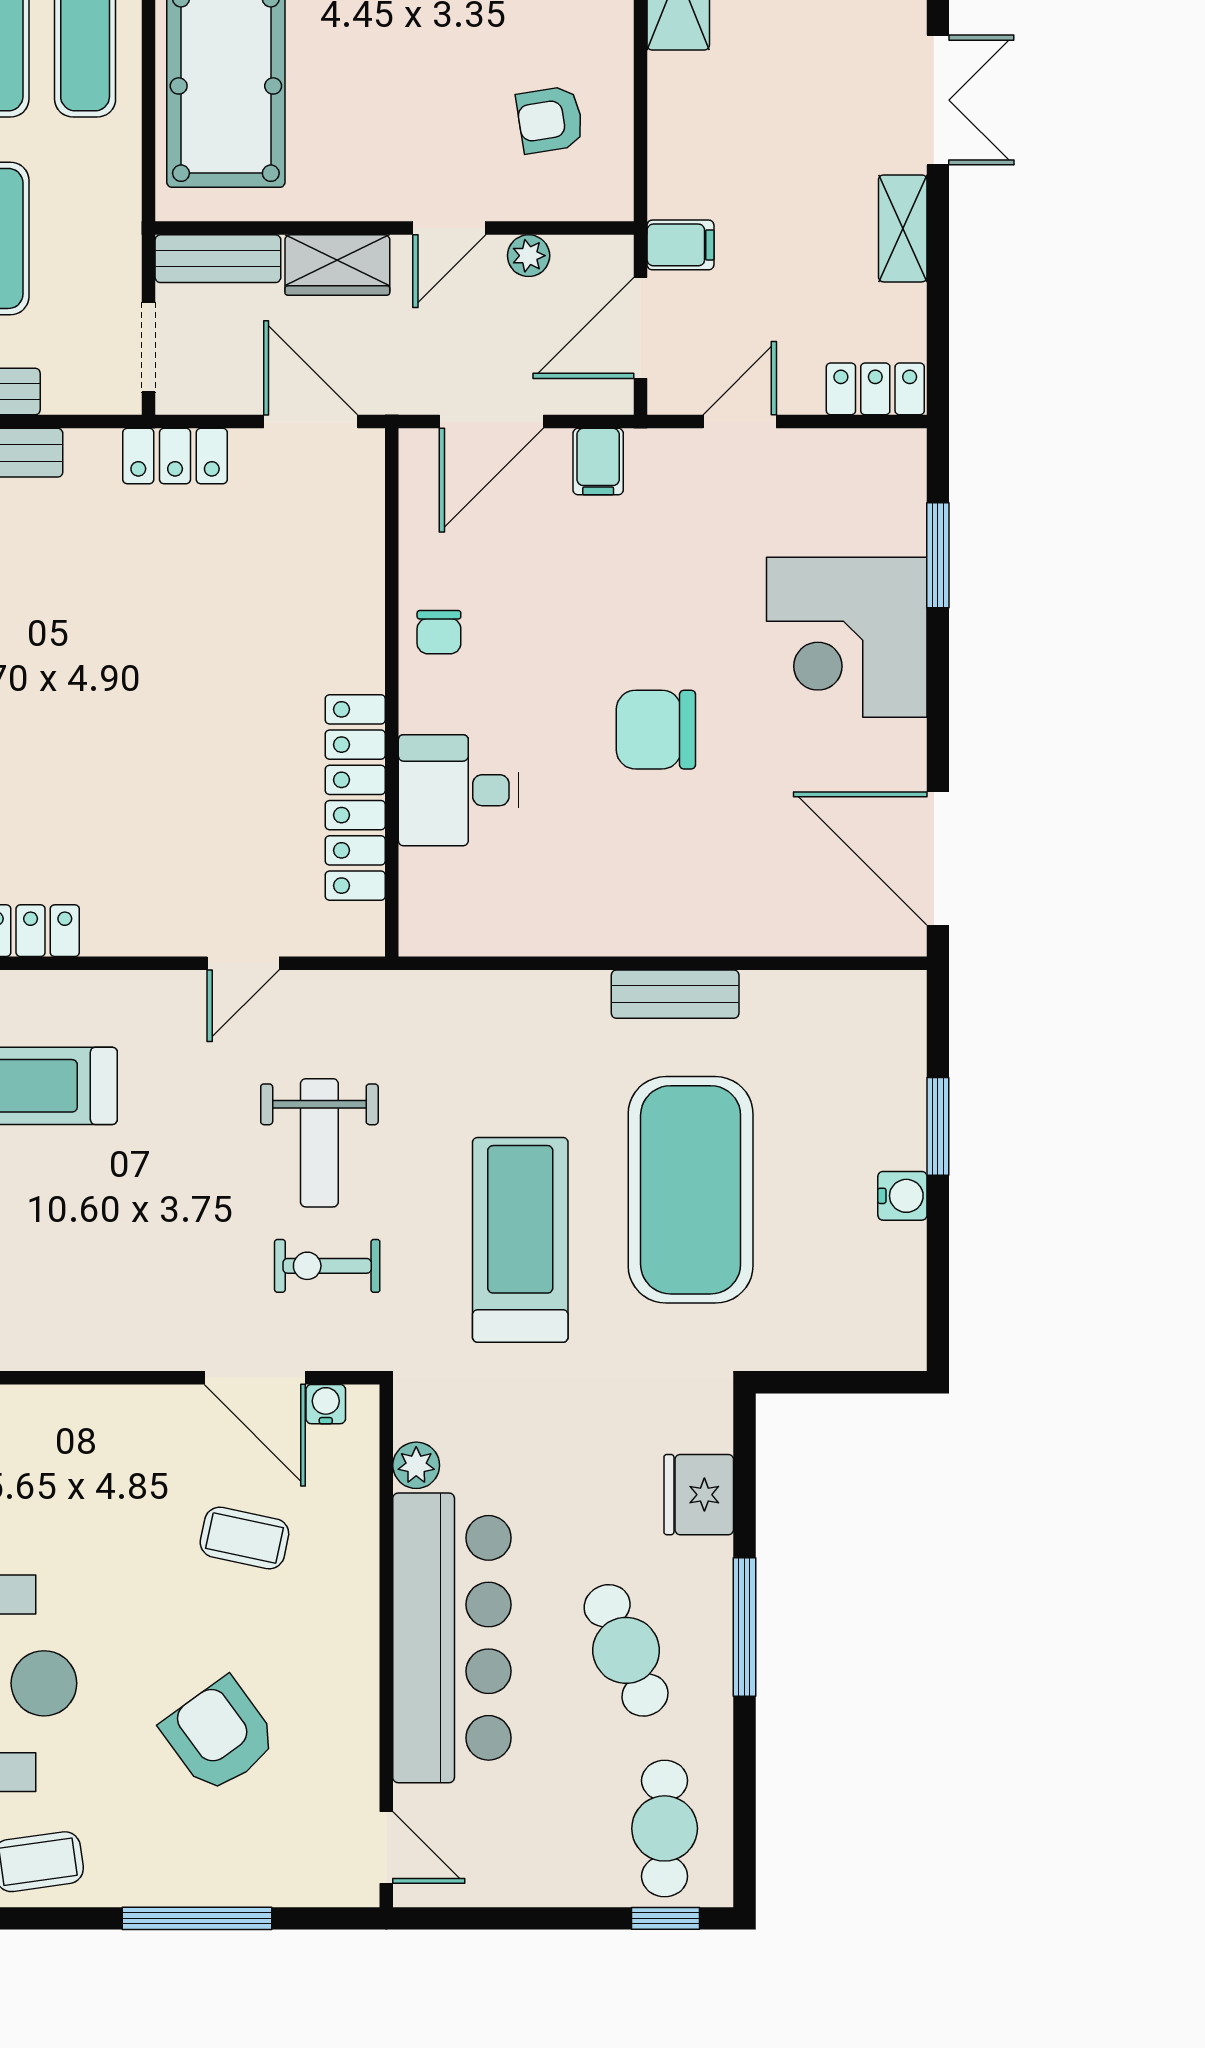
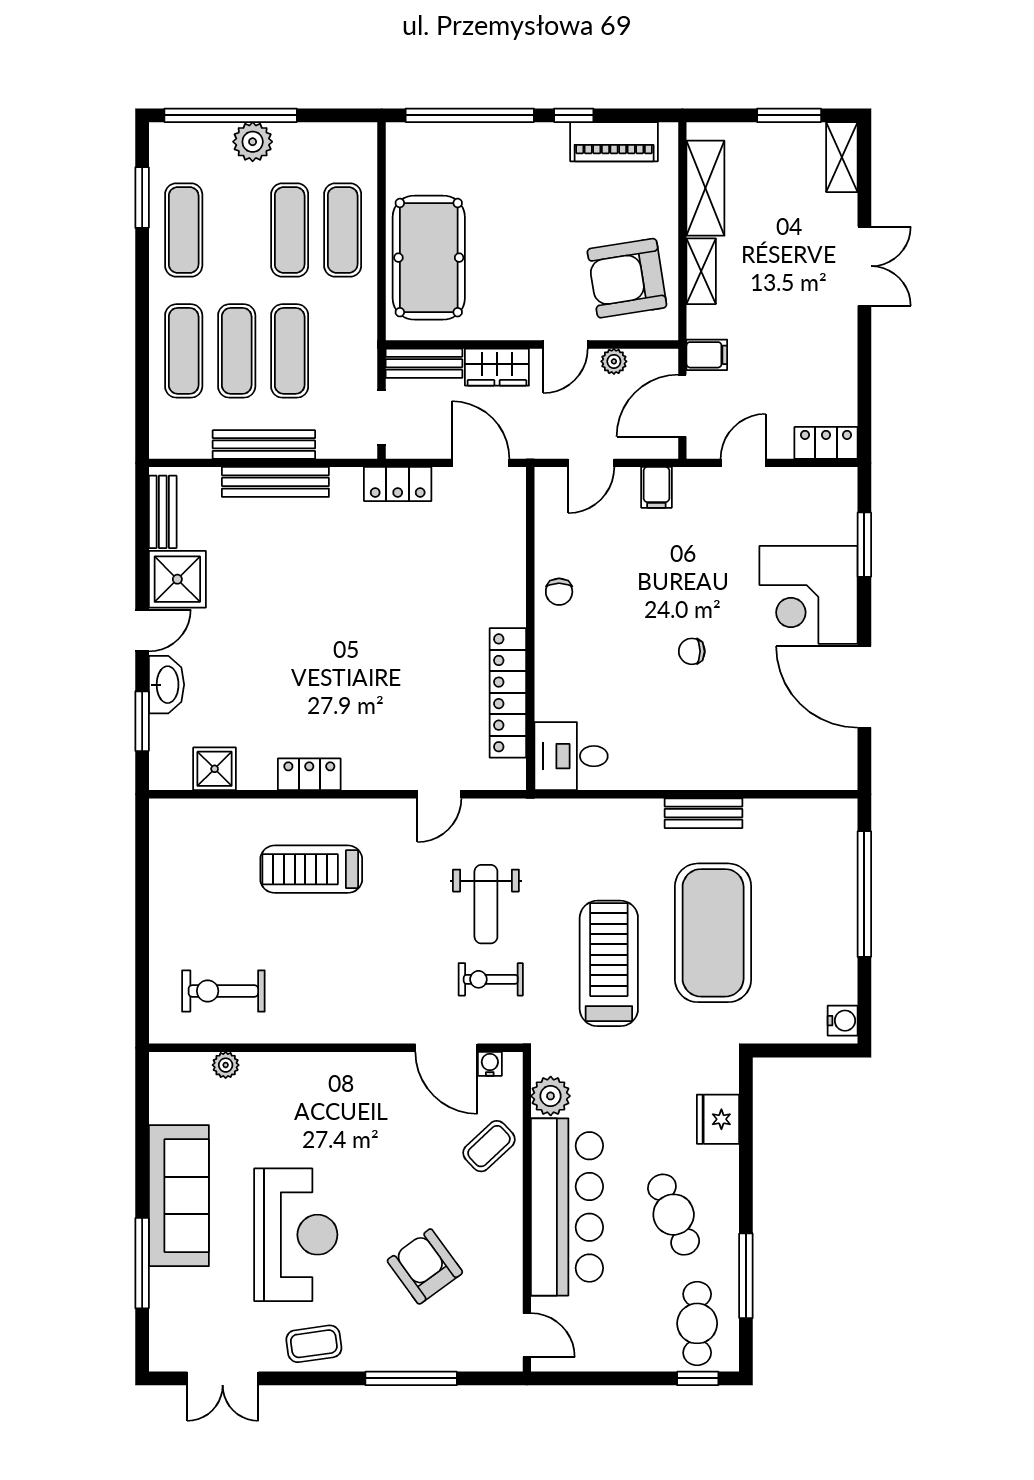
armchair: (550, 120) -> (627, 278), width x1.88, depth x1.88
shelving: (903, 228) -> (701, 271), moved
door: (491, 422) -> (591, 463), width x0.73
chair: (656, 730) -> (692, 651), width x0.54, depth x0.54
desk: (458, 790) -> (571, 756), moved
door: (938, 858) -> (864, 687), moved
window: (938, 1126) -> (864, 894), width x2.11
water cooler: (902, 1196) -> (843, 1021), moved
plant: (416, 1465) -> (551, 1096), width x1.38, depth x1.38
coffee table: (244, 1538) -> (489, 1146), moved, turned -55
window: (744, 1627) -> (746, 1276), moved

